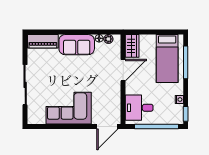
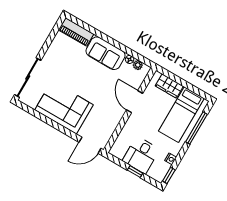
wardrobe: (132, 46) -> (169, 86), moved, turned 90
door: (123, 70) -> (135, 102), swing flipped
sliding door: (25, 85) -> (28, 77), moved
desk: (139, 108) -> (141, 155), moved, turned -90
window: (156, 127) -> (135, 172), width x0.32

